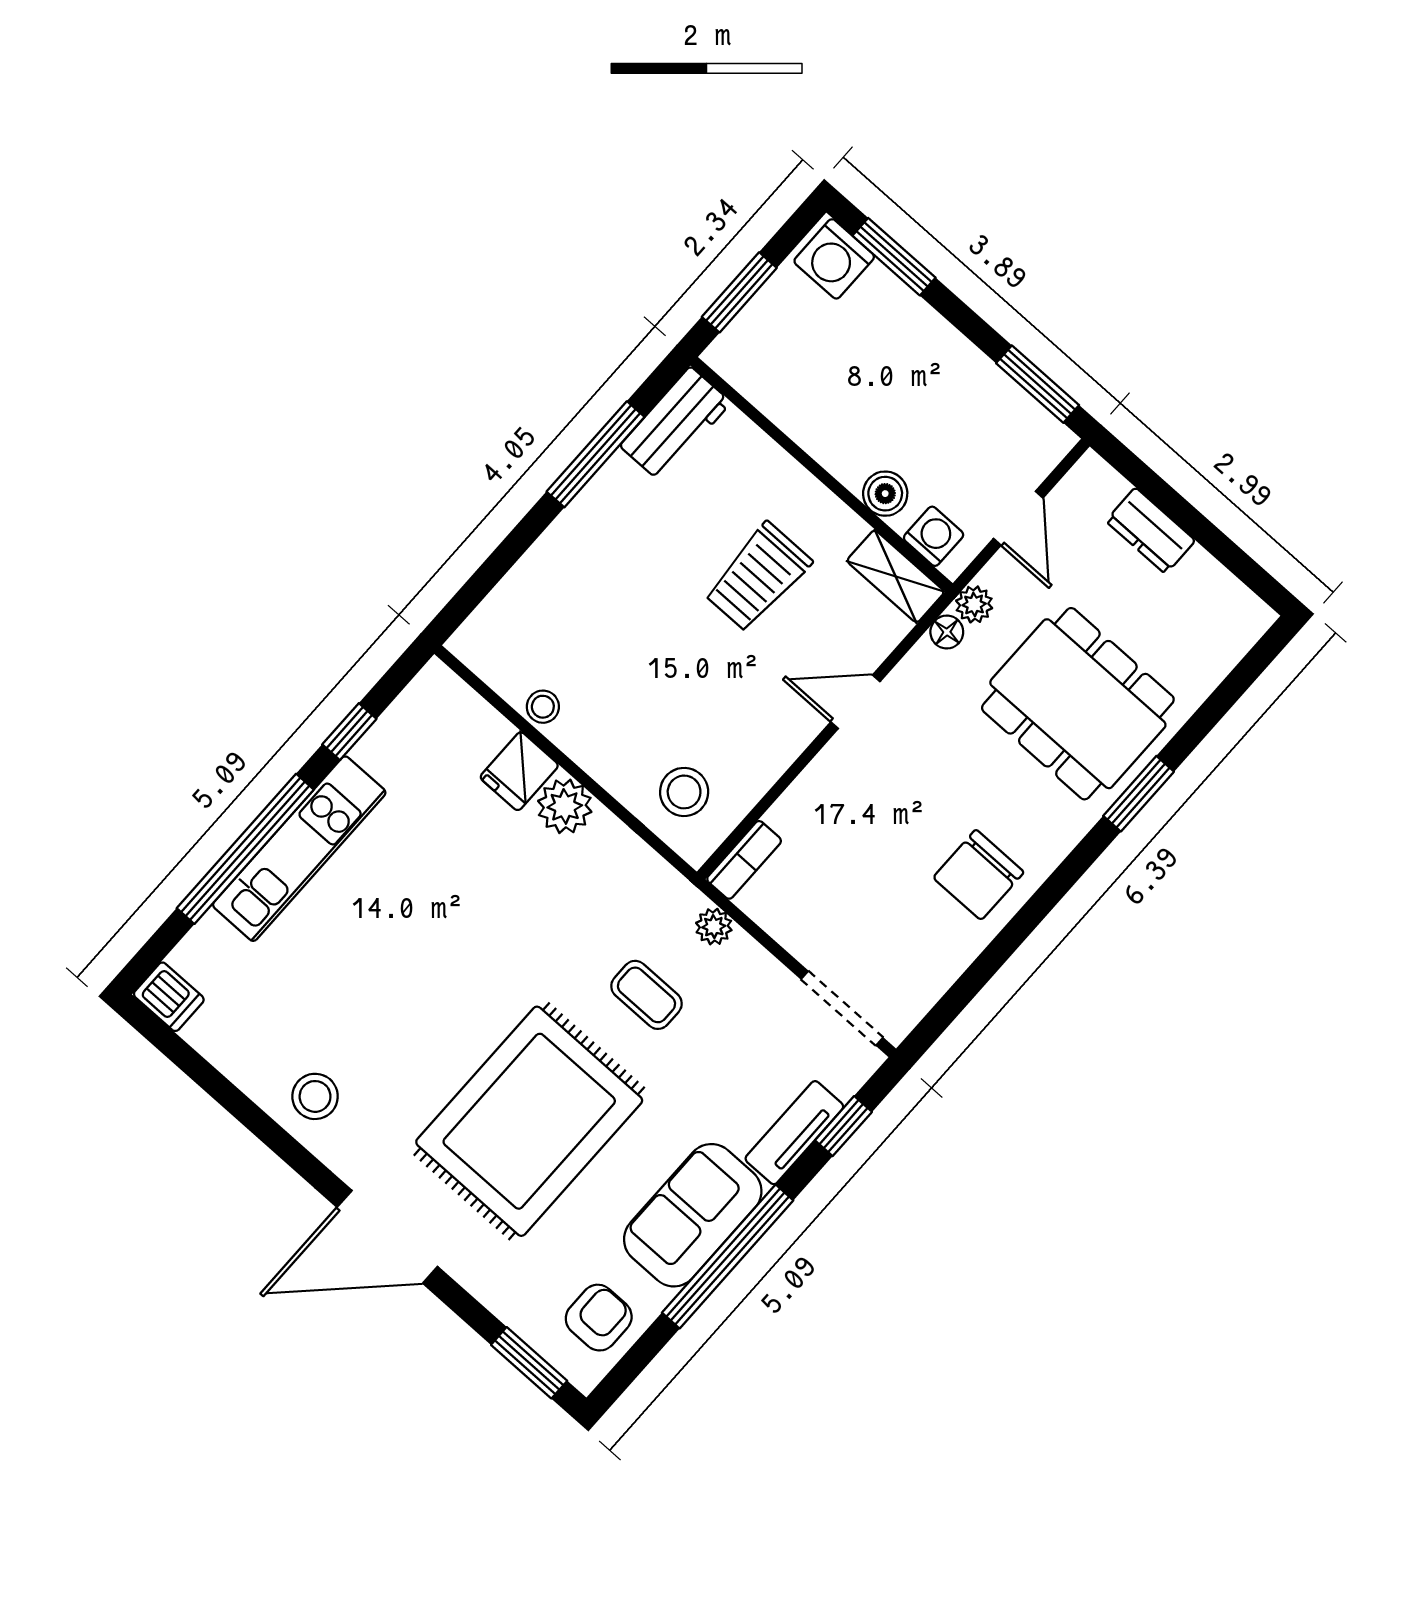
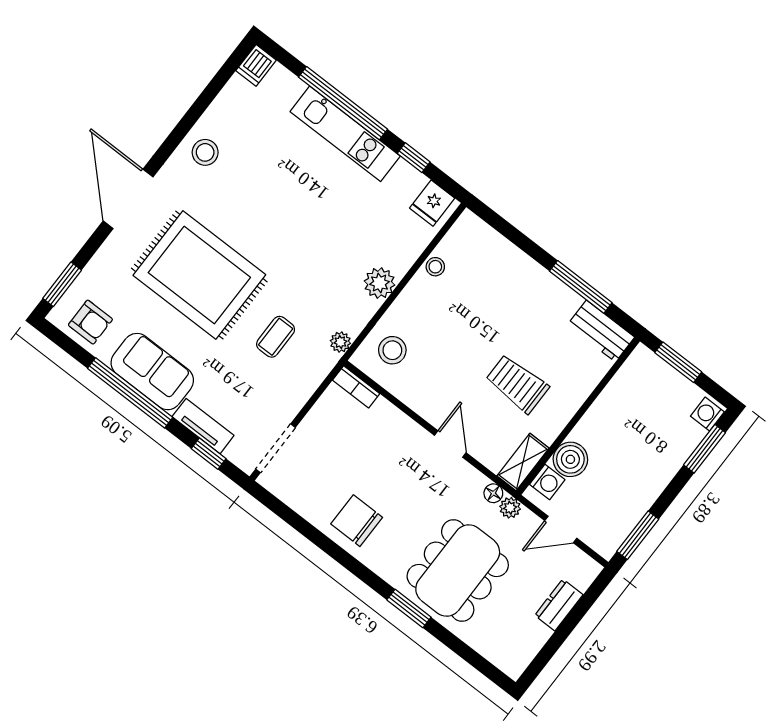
washing machine: (834, 259) -> (707, 414), width x0.73, depth x0.73
boiler: (885, 494) -> (570, 459), width x1.36, depth x1.36
fridge: (519, 771) -> (432, 203), moved, turned -90
plant: (714, 927) -> (340, 342), moved

